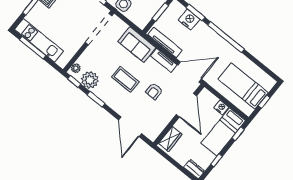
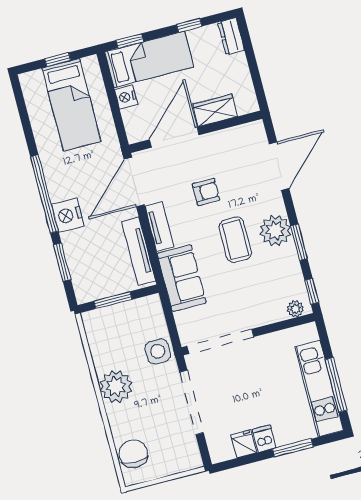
nightstand: (189, 20) -> (68, 215), moved
door: (190, 72) -> (134, 182), hinge flipped
plant: (90, 80) -> (275, 230), moved
wardrobe: (170, 139) -> (215, 110), moved

